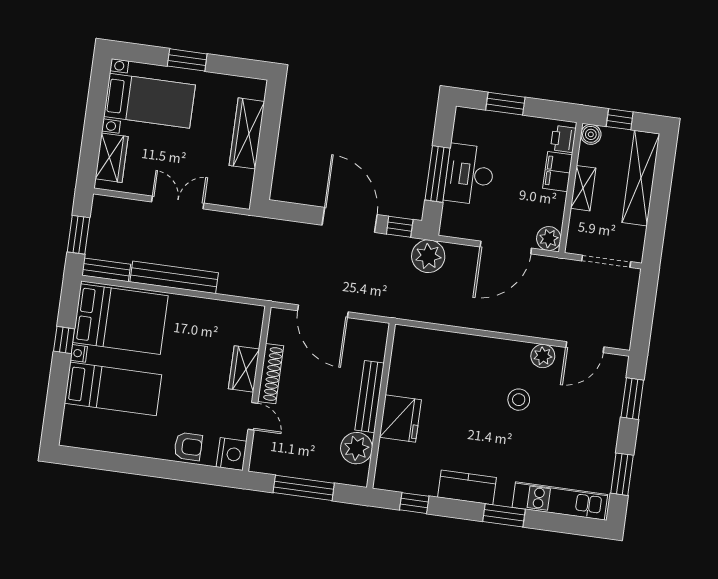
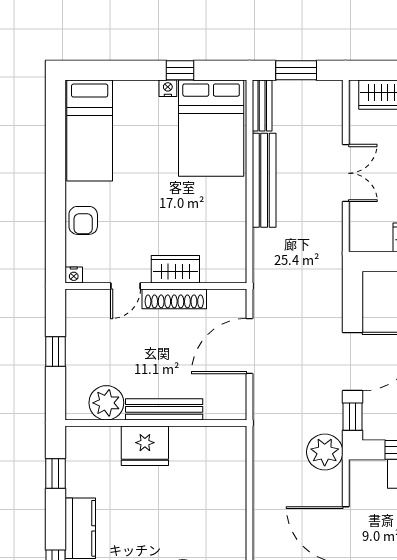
bed: (113, 389) -> (90, 130), moved
nightstand: (232, 454) -> (74, 275), width x0.53, depth x0.56
window: (304, 488) -> (55, 352), width x0.46

